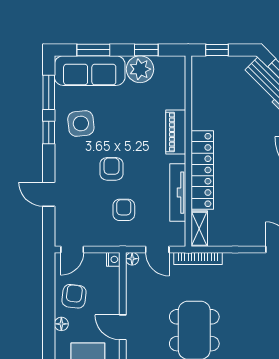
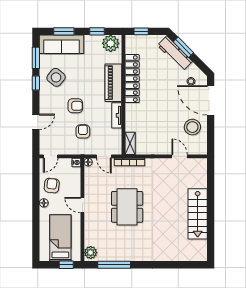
plant: (140, 69) -> (111, 43), moved
side table: (81, 123) -> (56, 77), turned 45
piano: (176, 132) -> (113, 83), width x1.37, depth x1.33
armchair: (112, 169) -> (75, 106), turned 90
locker: (202, 170) -> (132, 79), moved
tv unit: (178, 193) -> (117, 115), width x0.71
door: (49, 194) -> (36, 122), swing flipped

